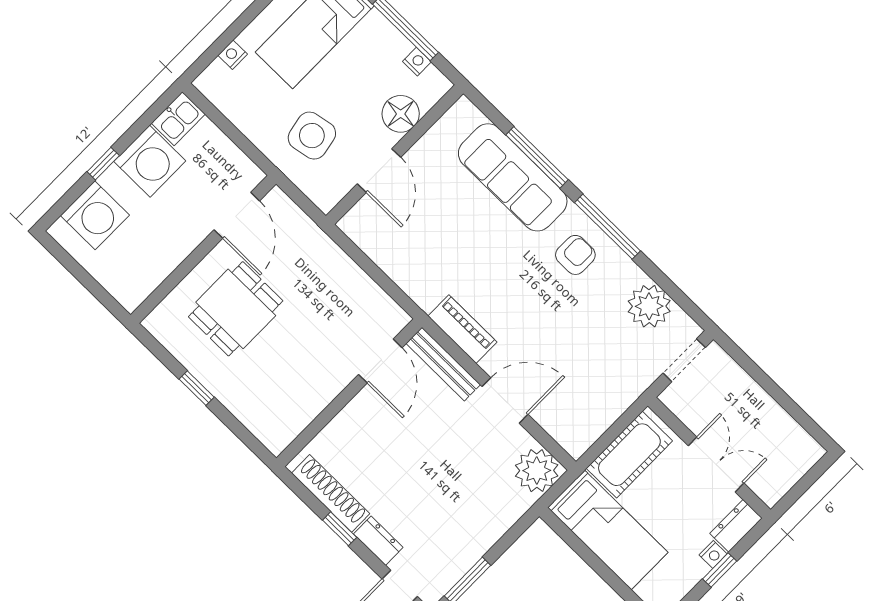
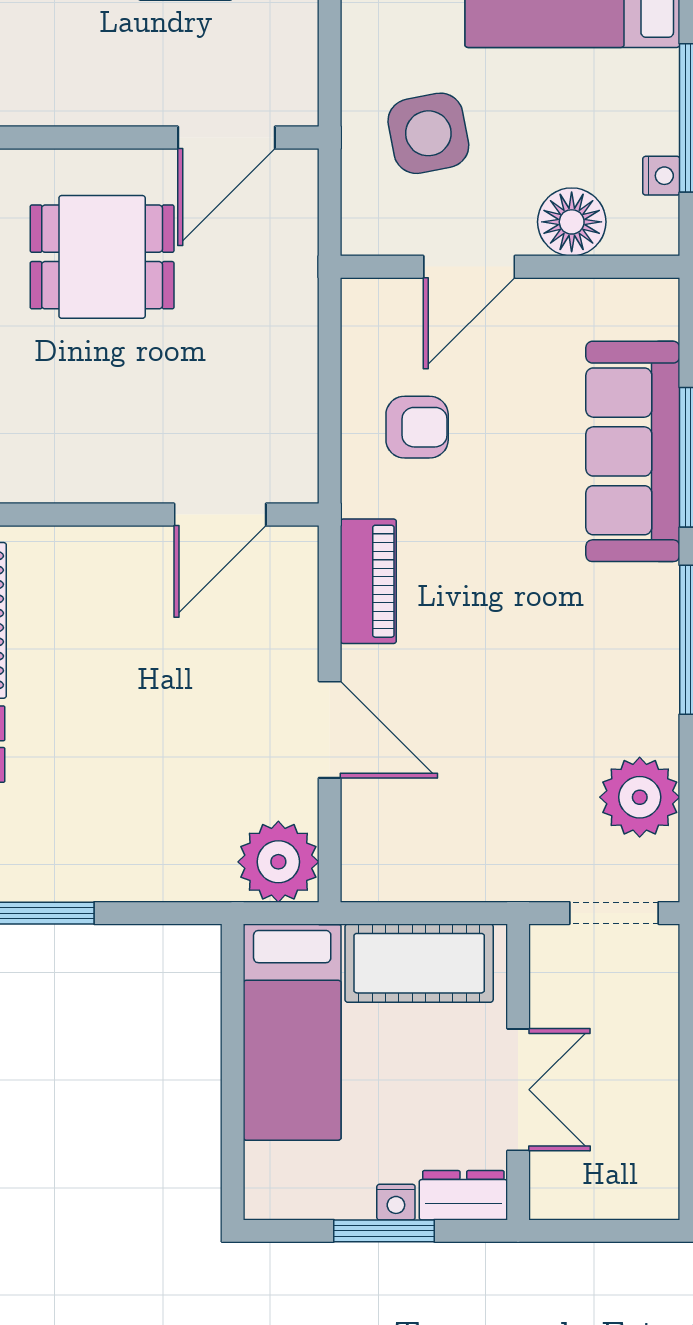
armchair: (575, 255) -> (417, 427), moved
bench: (443, 364) -> (298, 601), removed
window: (720, 570) -> (384, 1231), width x1.50

